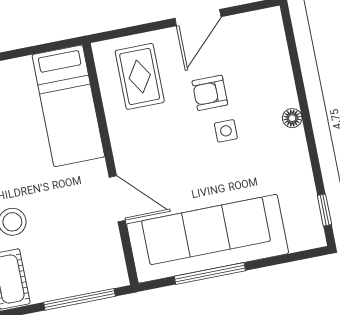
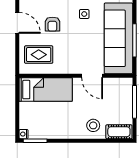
side table: (226, 131) -> (84, 14), moved
door: (117, 199) -> (92, 76), swing flipped

